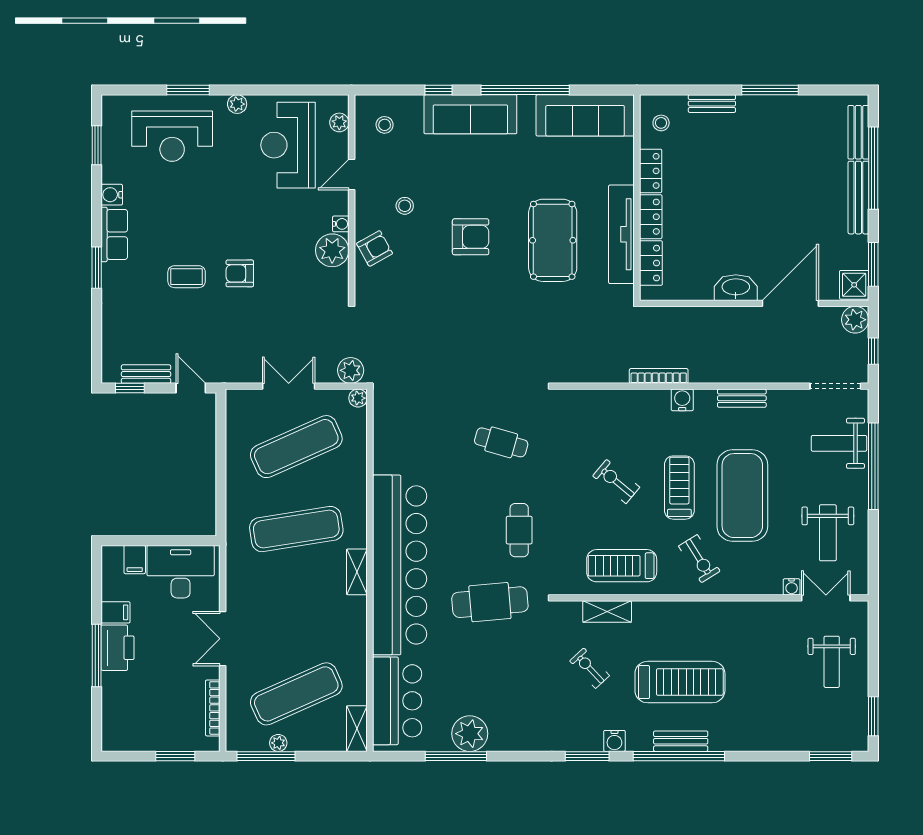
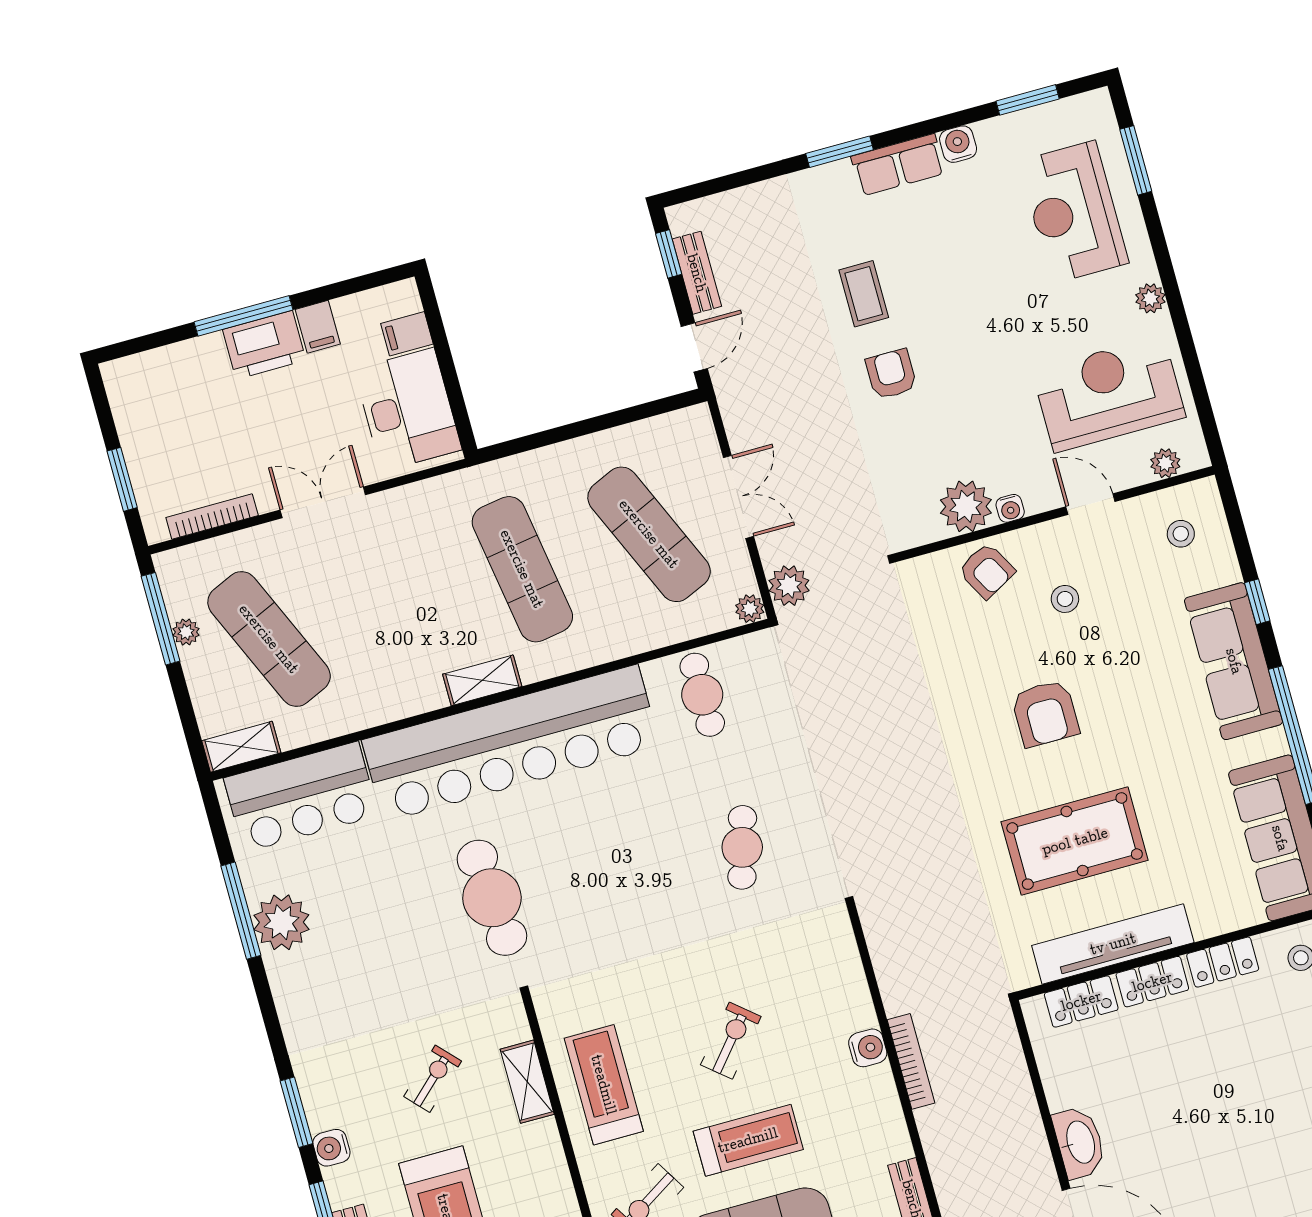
window: (188, 90) -> (1136, 160), moved
water cooler: (682, 400) -> (868, 1048), moved
cafe table: (519, 530) -> (702, 695), moved, turned 90

